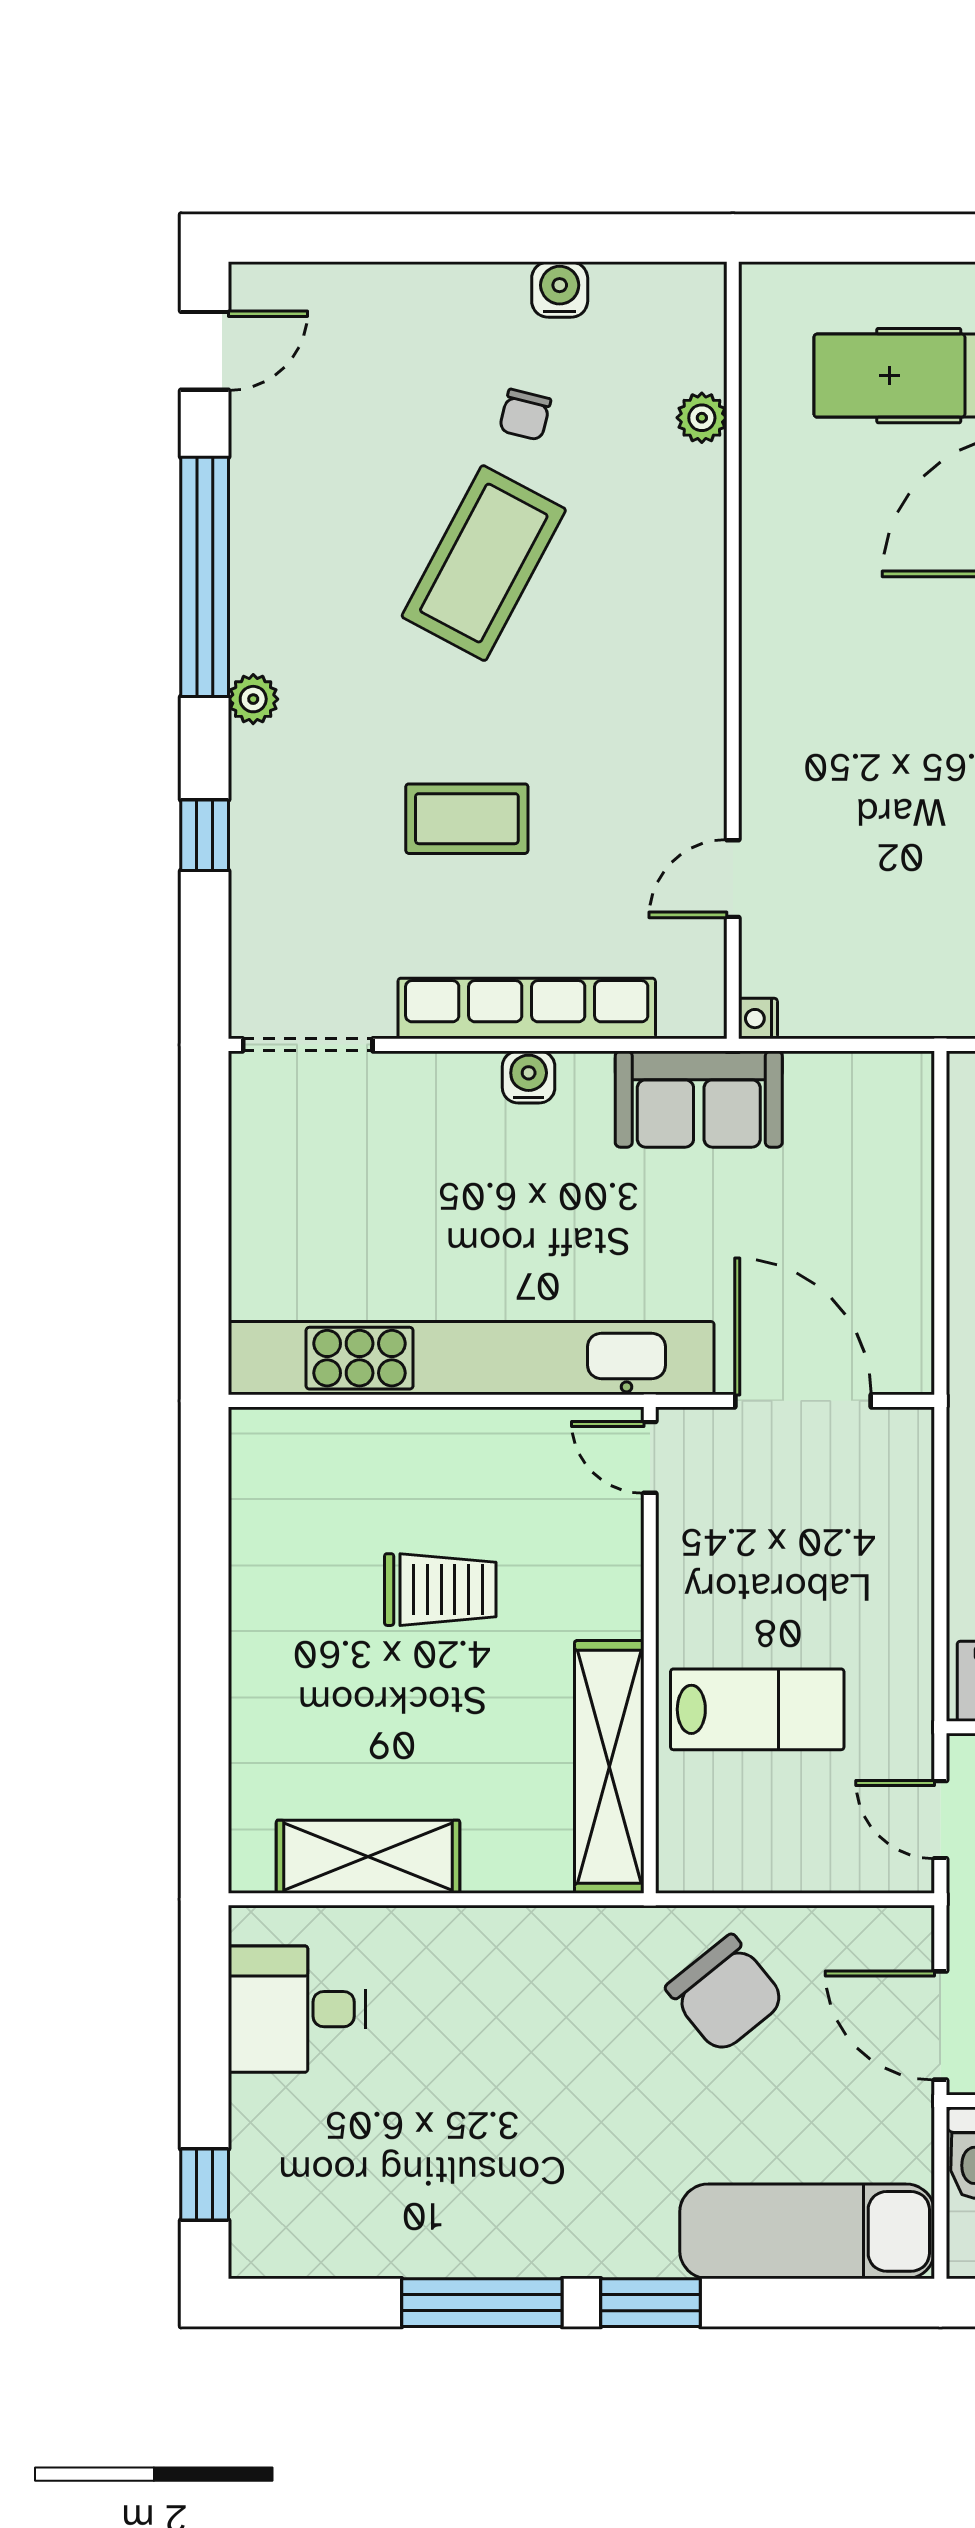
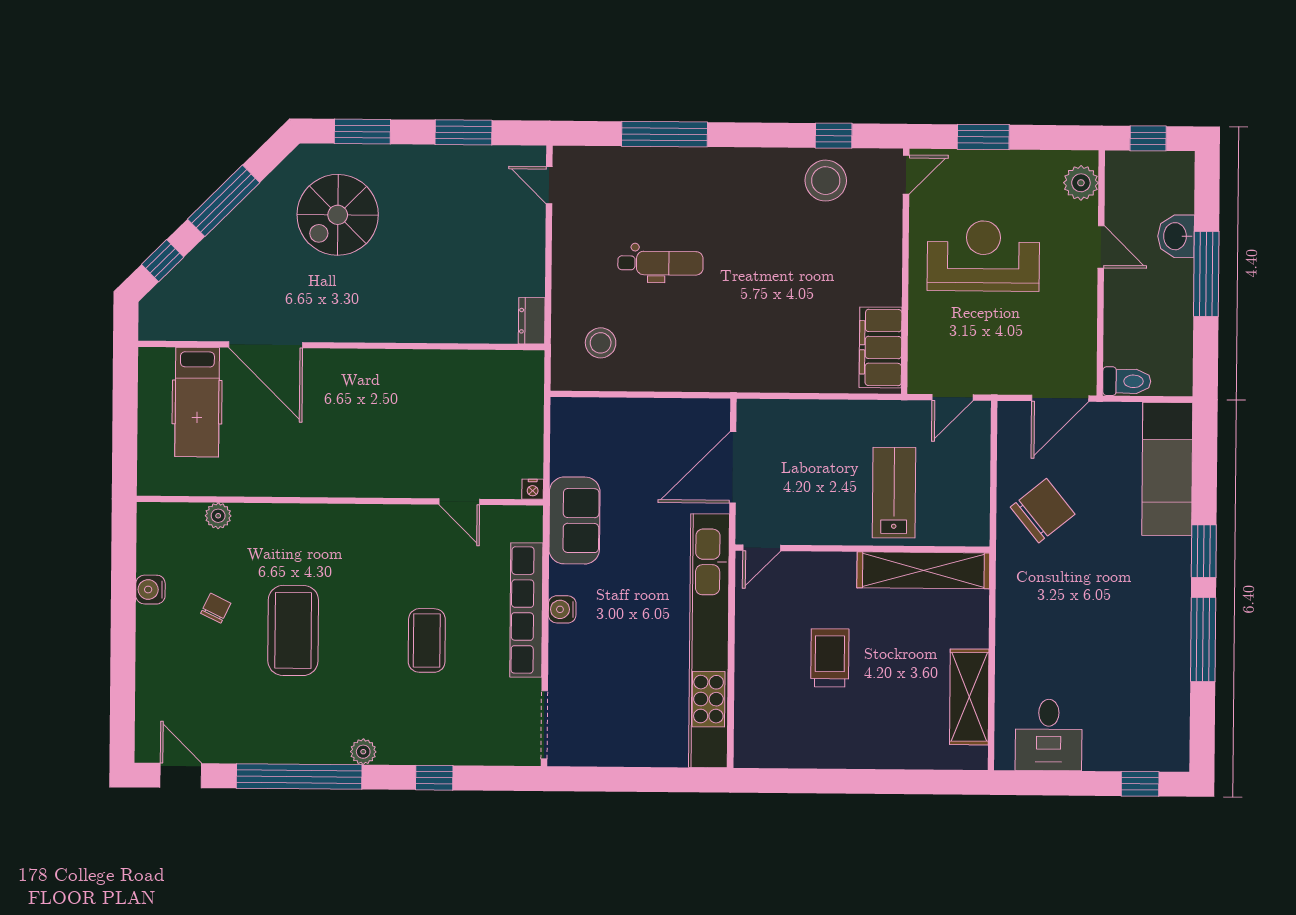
chair: (525, 415) -> (216, 608), turned -78
coffee table: (484, 563) -> (293, 630), turned 62

